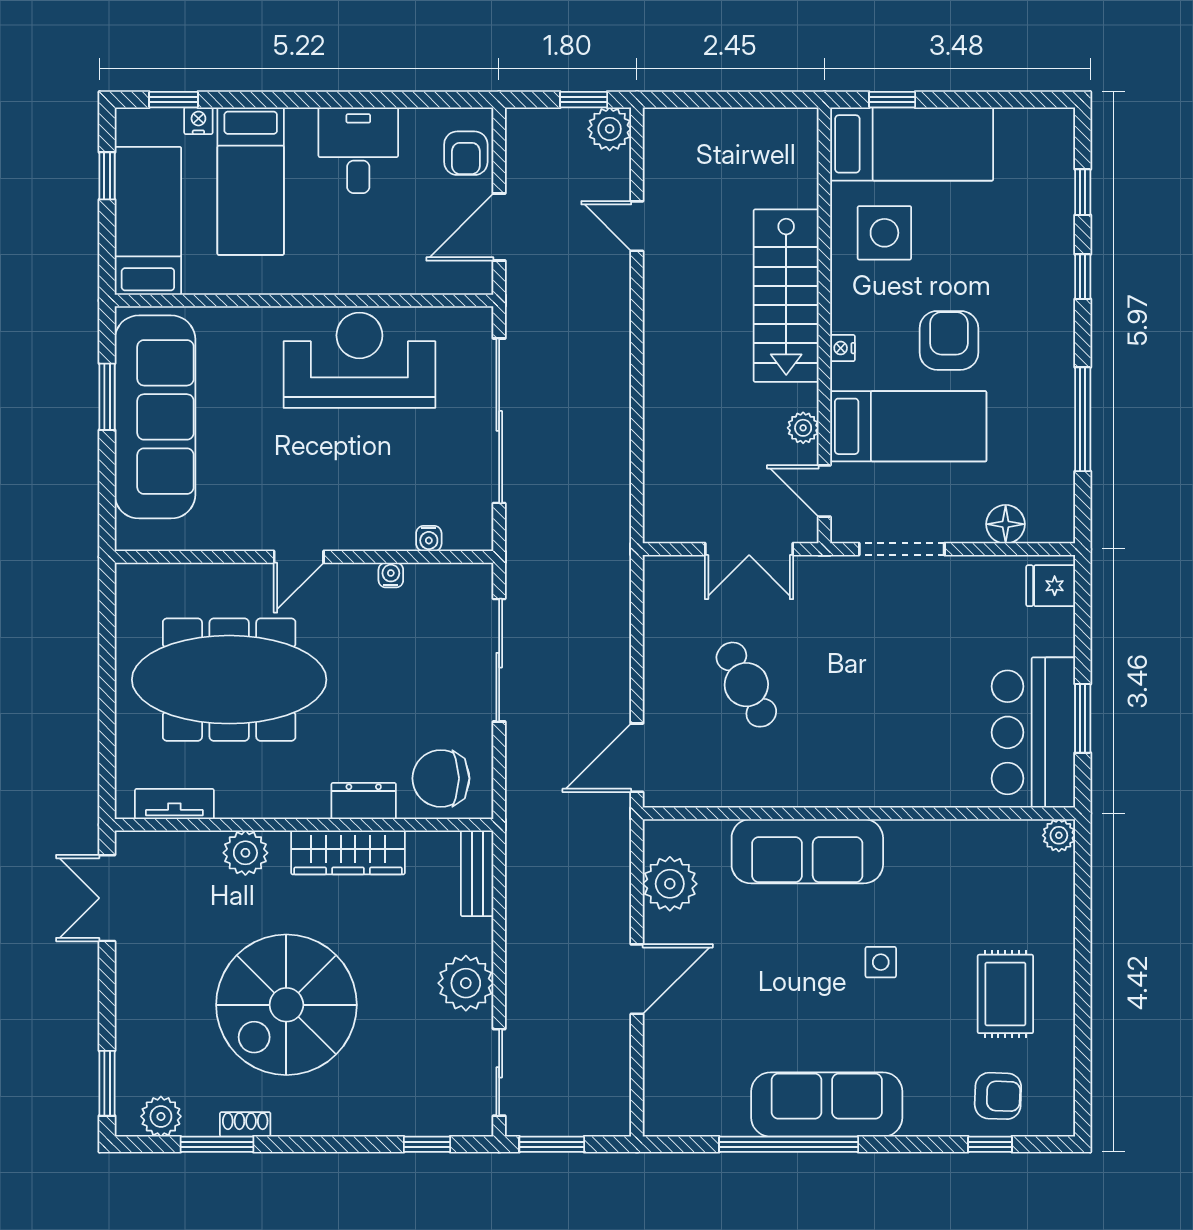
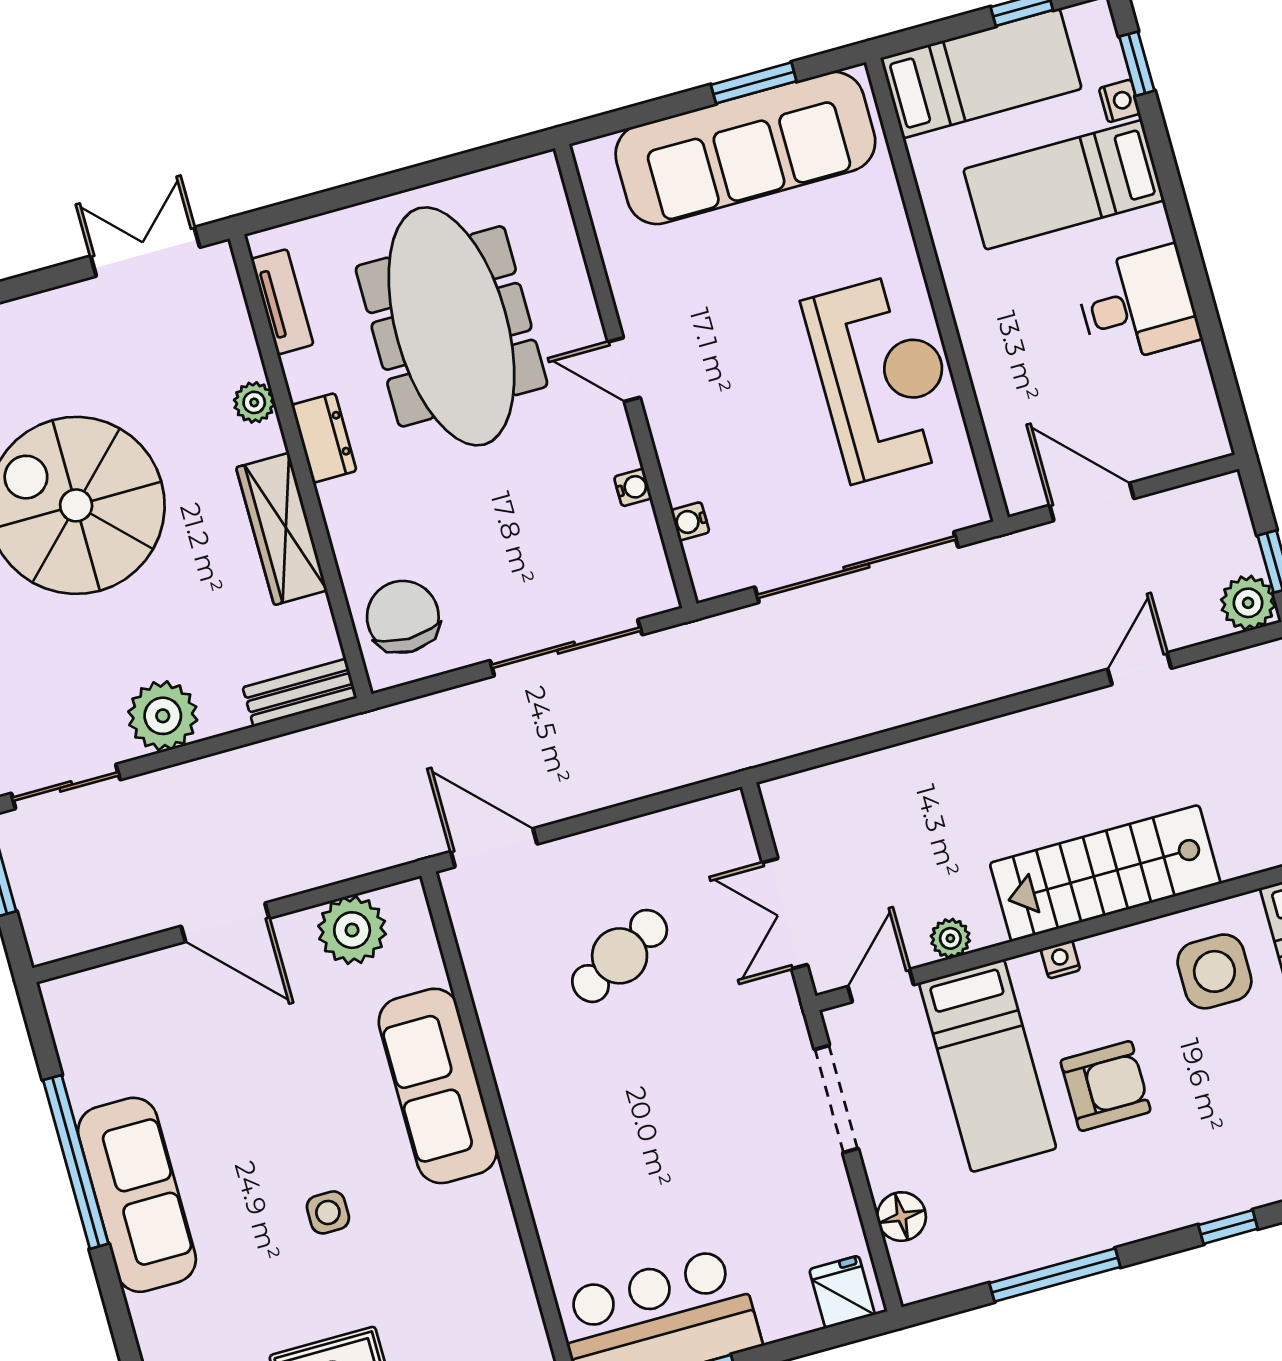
armchair: (466, 153) -> (1170, 437), removed
dresser: (364, 801) -> (324, 438), moved
plant: (245, 853) -> (254, 402), width x0.73, depth x0.73

